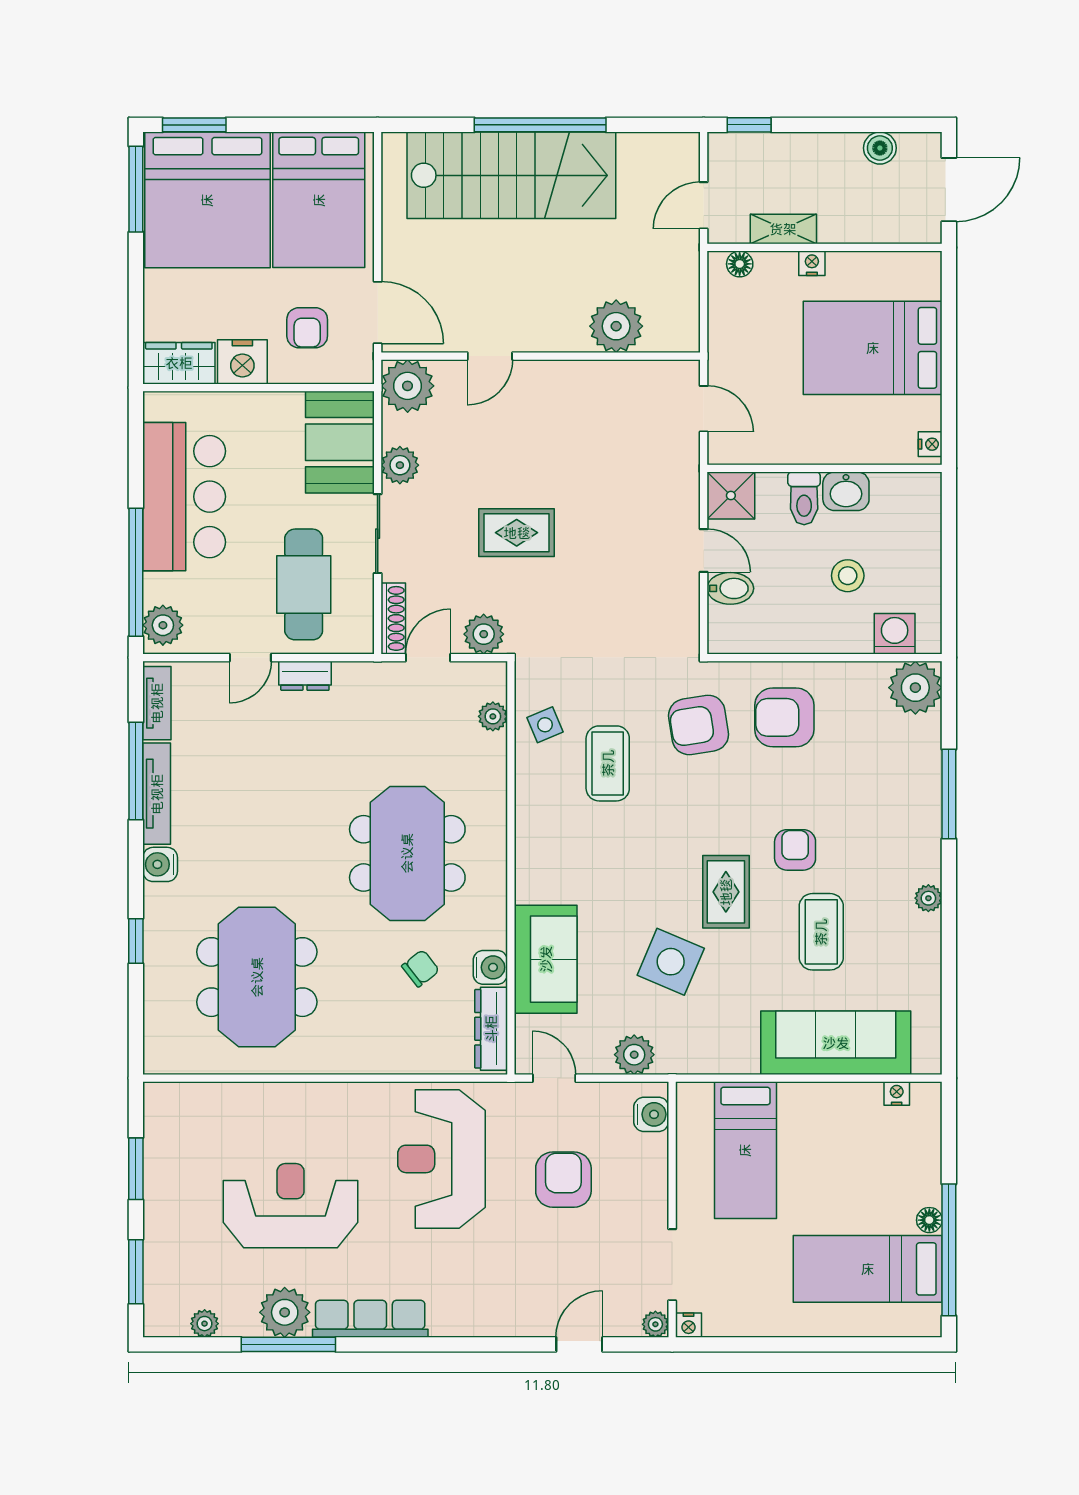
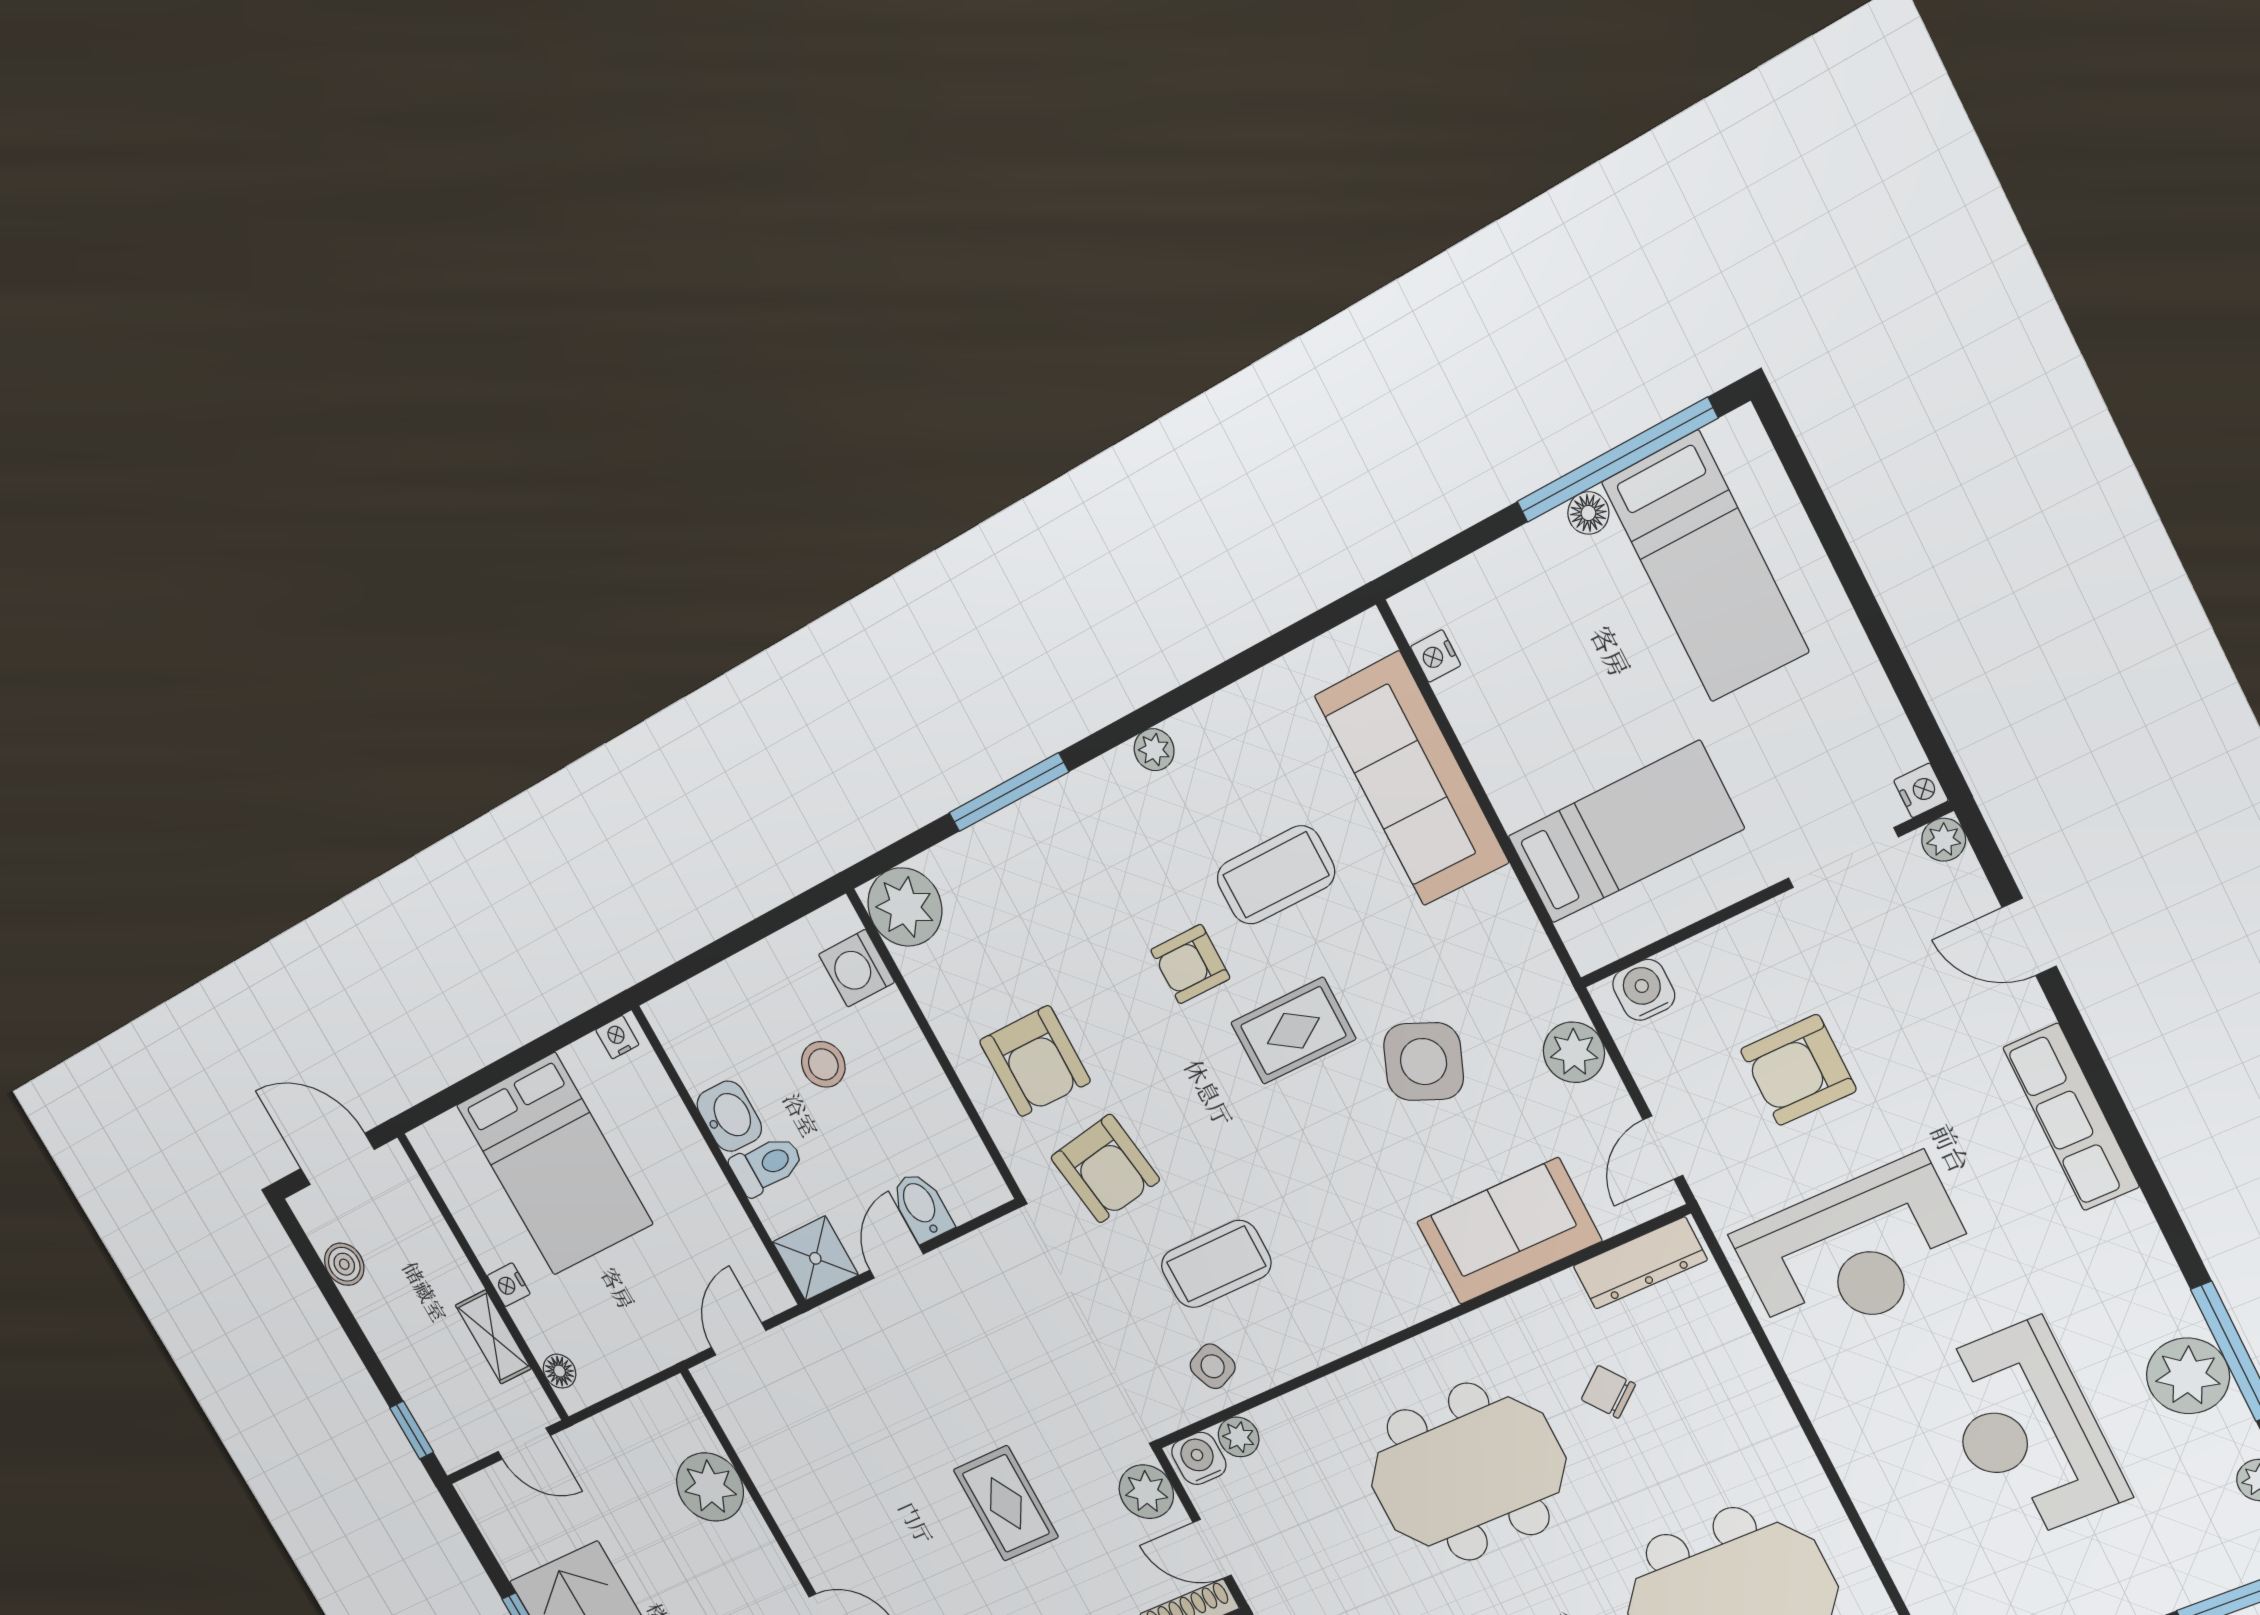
water cooler: (490, 967) -> (1199, 1458), moved
row of seats: (370, 1319) -> (2071, 1117), moved

